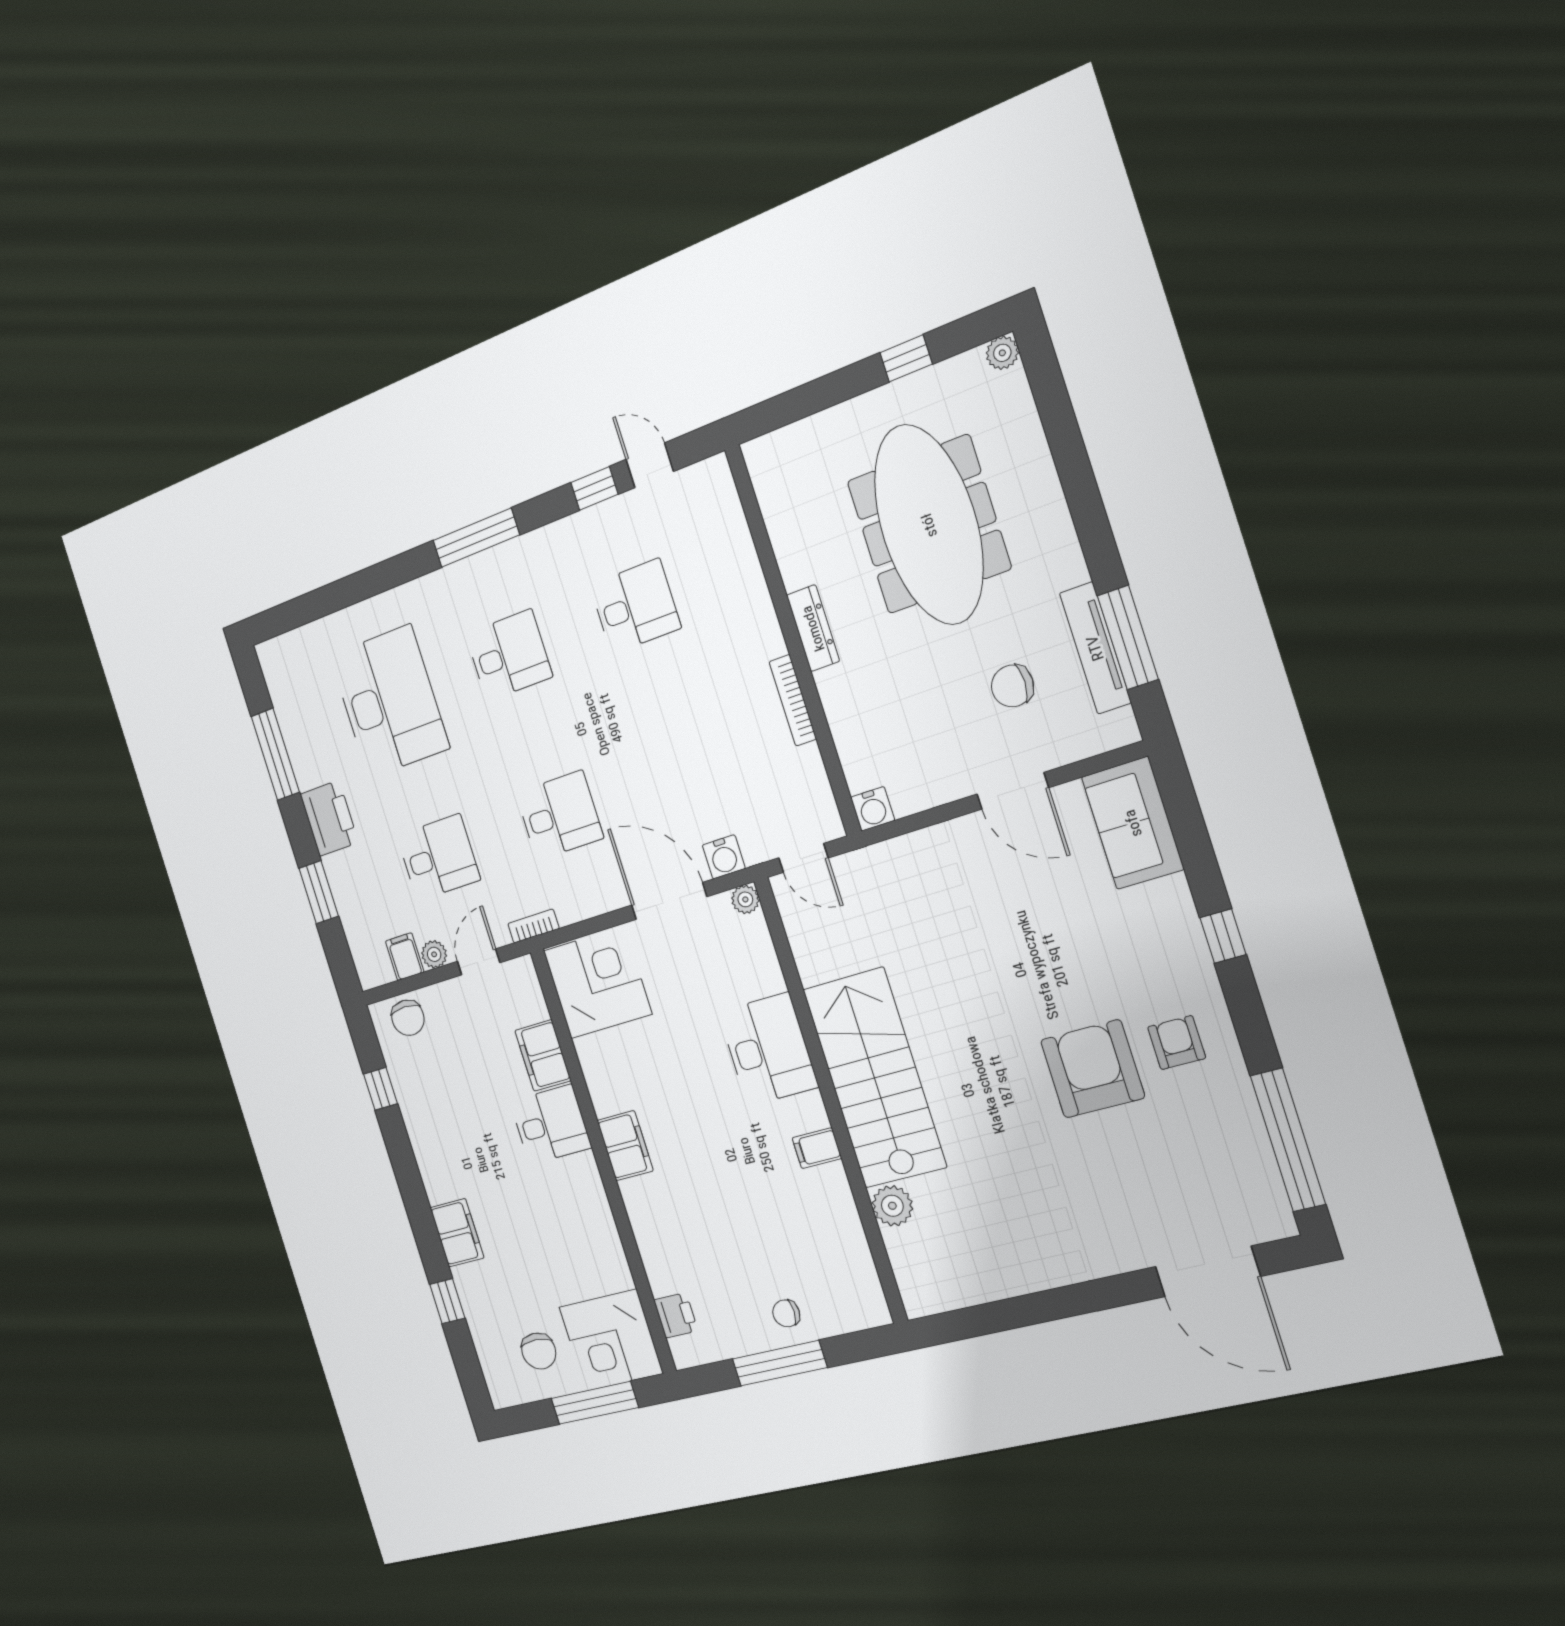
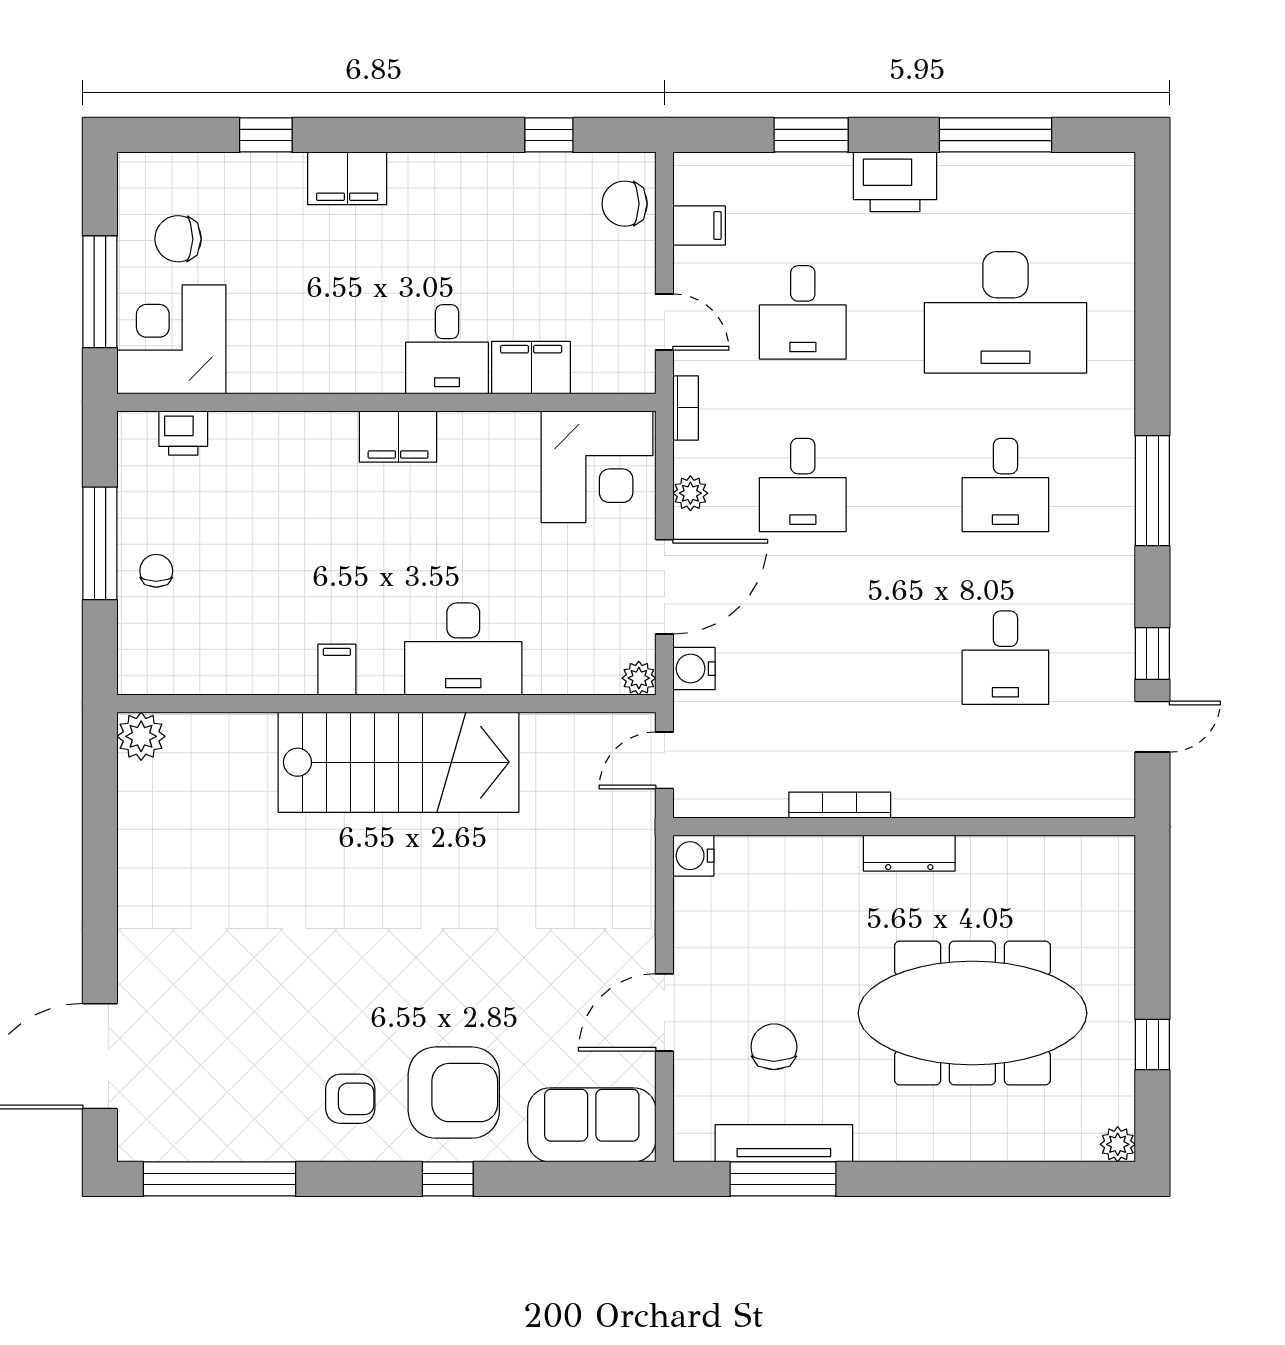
plant: (434, 954) -> (690, 493), moved
armchair: (1092, 1069) -> (454, 1093), moved
plant: (892, 1206) -> (141, 736), moved

